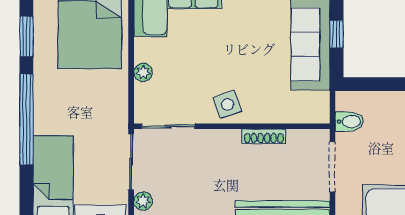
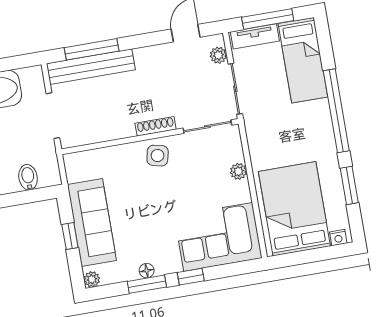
side table: (227, 104) -> (158, 156), turned 32
bidet: (349, 122) -> (28, 177), moved, turned 90
shoe rack: (264, 136) -> (156, 126), moved

